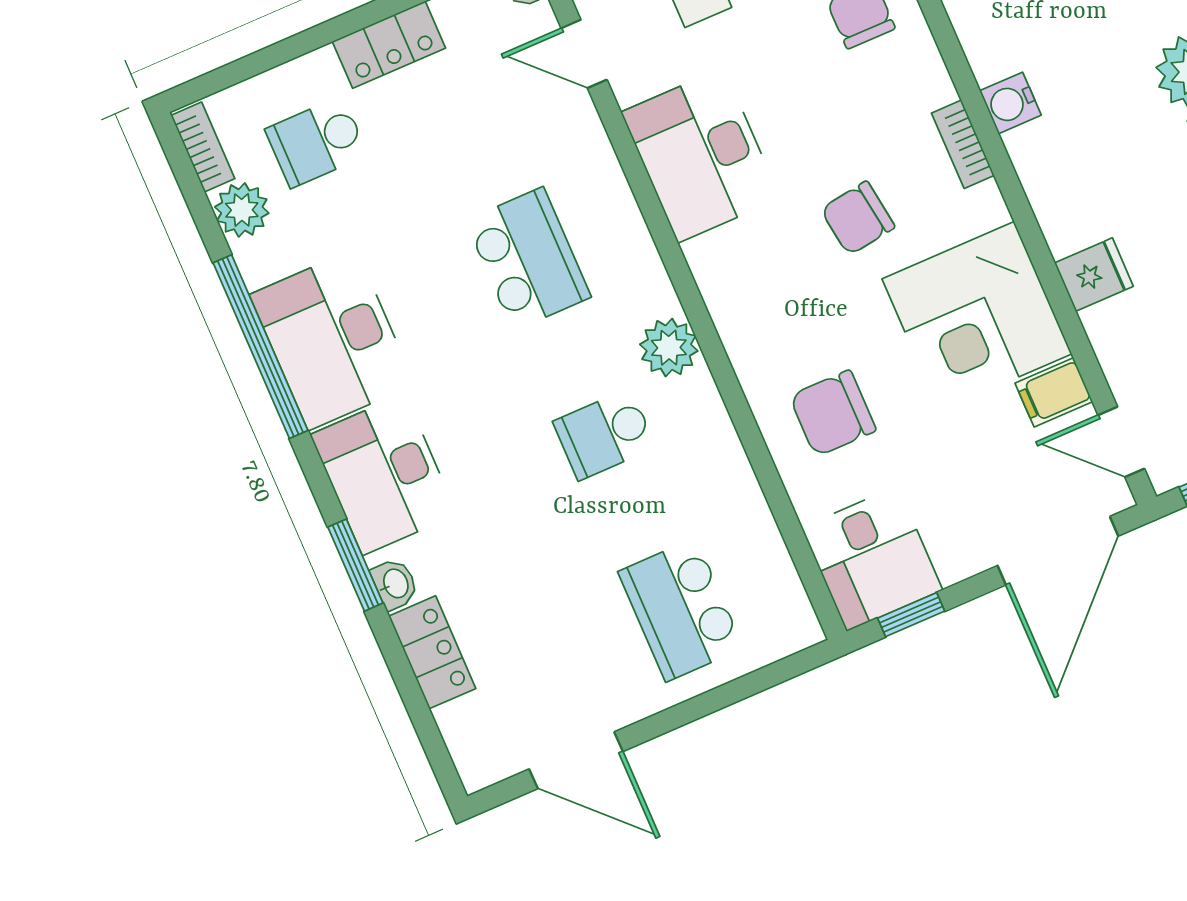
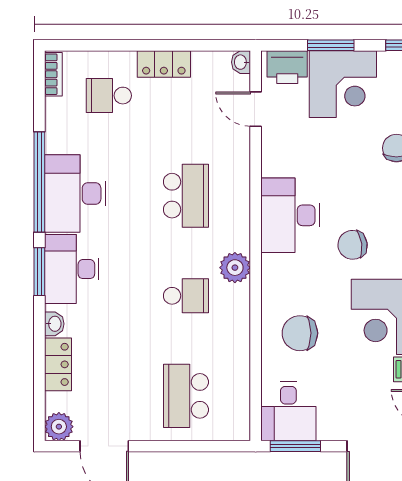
desk: (701, 155) -> (290, 215), moved
plant: (242, 210) -> (59, 427), moved
school desk: (604, 434) -> (186, 296), turned 180
window: (355, 565) -> (39, 272), moved
window: (911, 615) -> (295, 446), width x1.50

